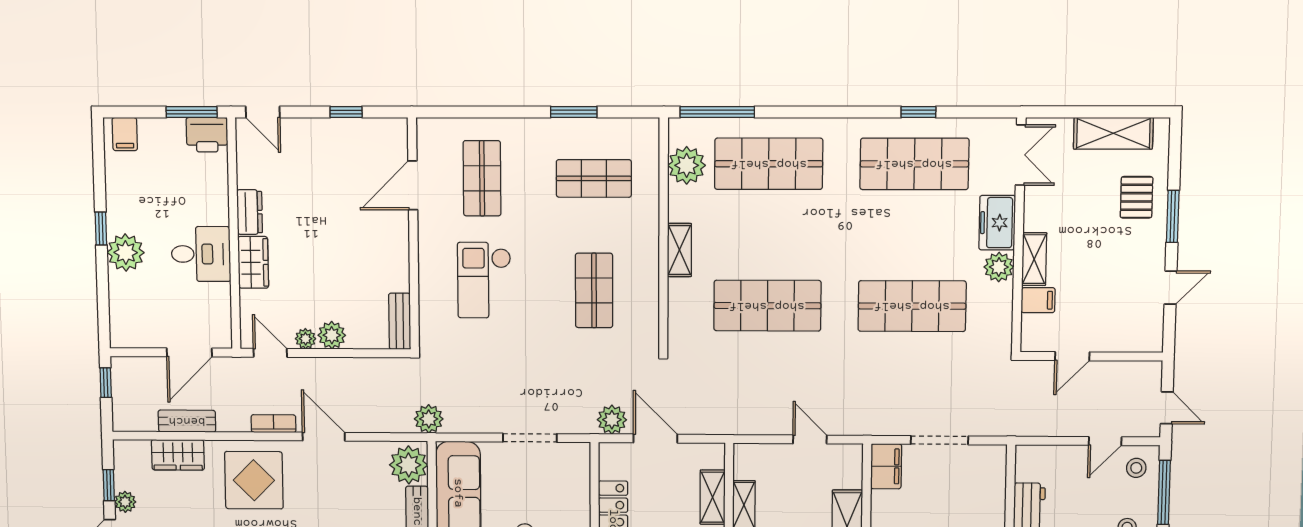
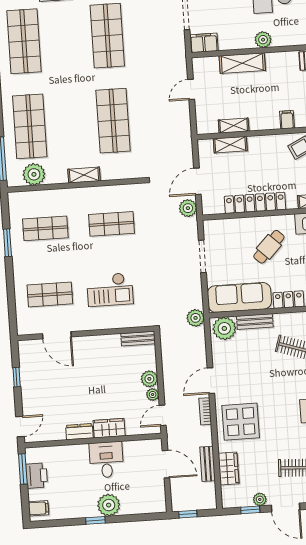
printer: (207, 135) -> (37, 476), moved
shop shelf: (594, 178) -> (45, 228), turned 90

